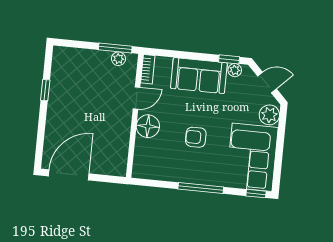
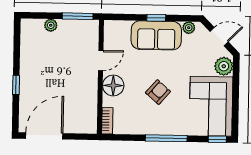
plant: (118, 59) -> (51, 25), moved
window: (229, 59) -> (156, 18), moved
bookcase: (148, 69) -> (107, 121), moved
window: (45, 90) -> (16, 85), moved
armchair: (196, 137) -> (158, 92), turned 131

